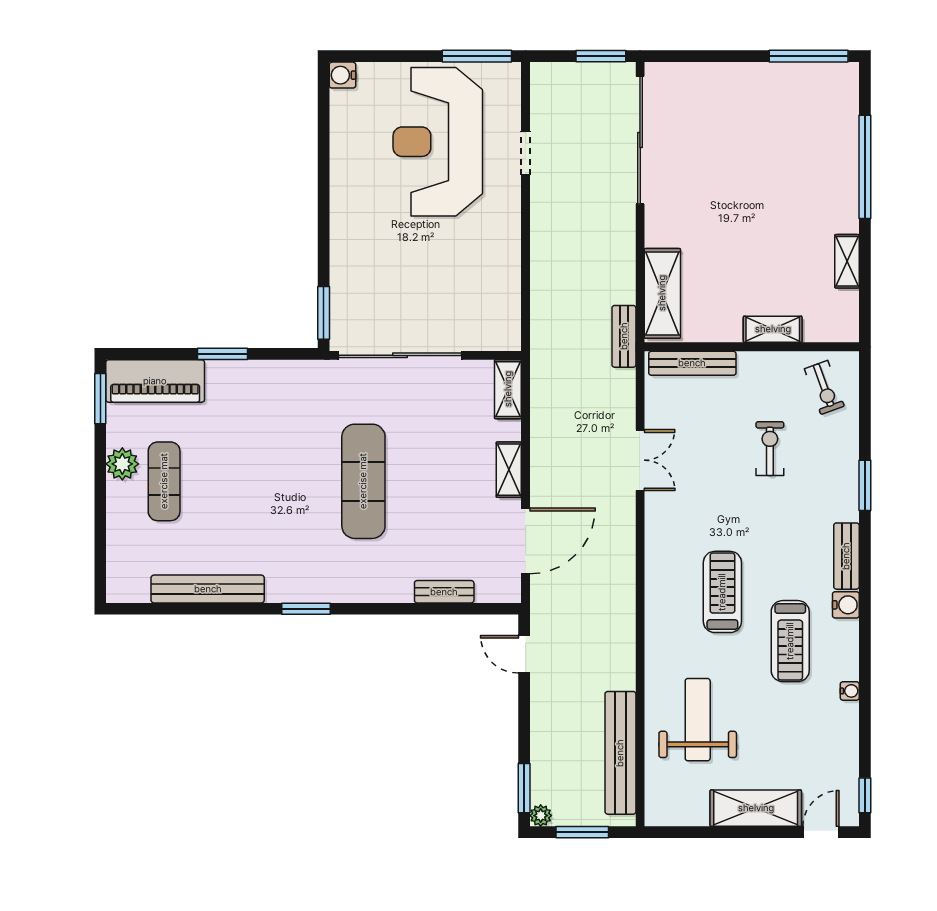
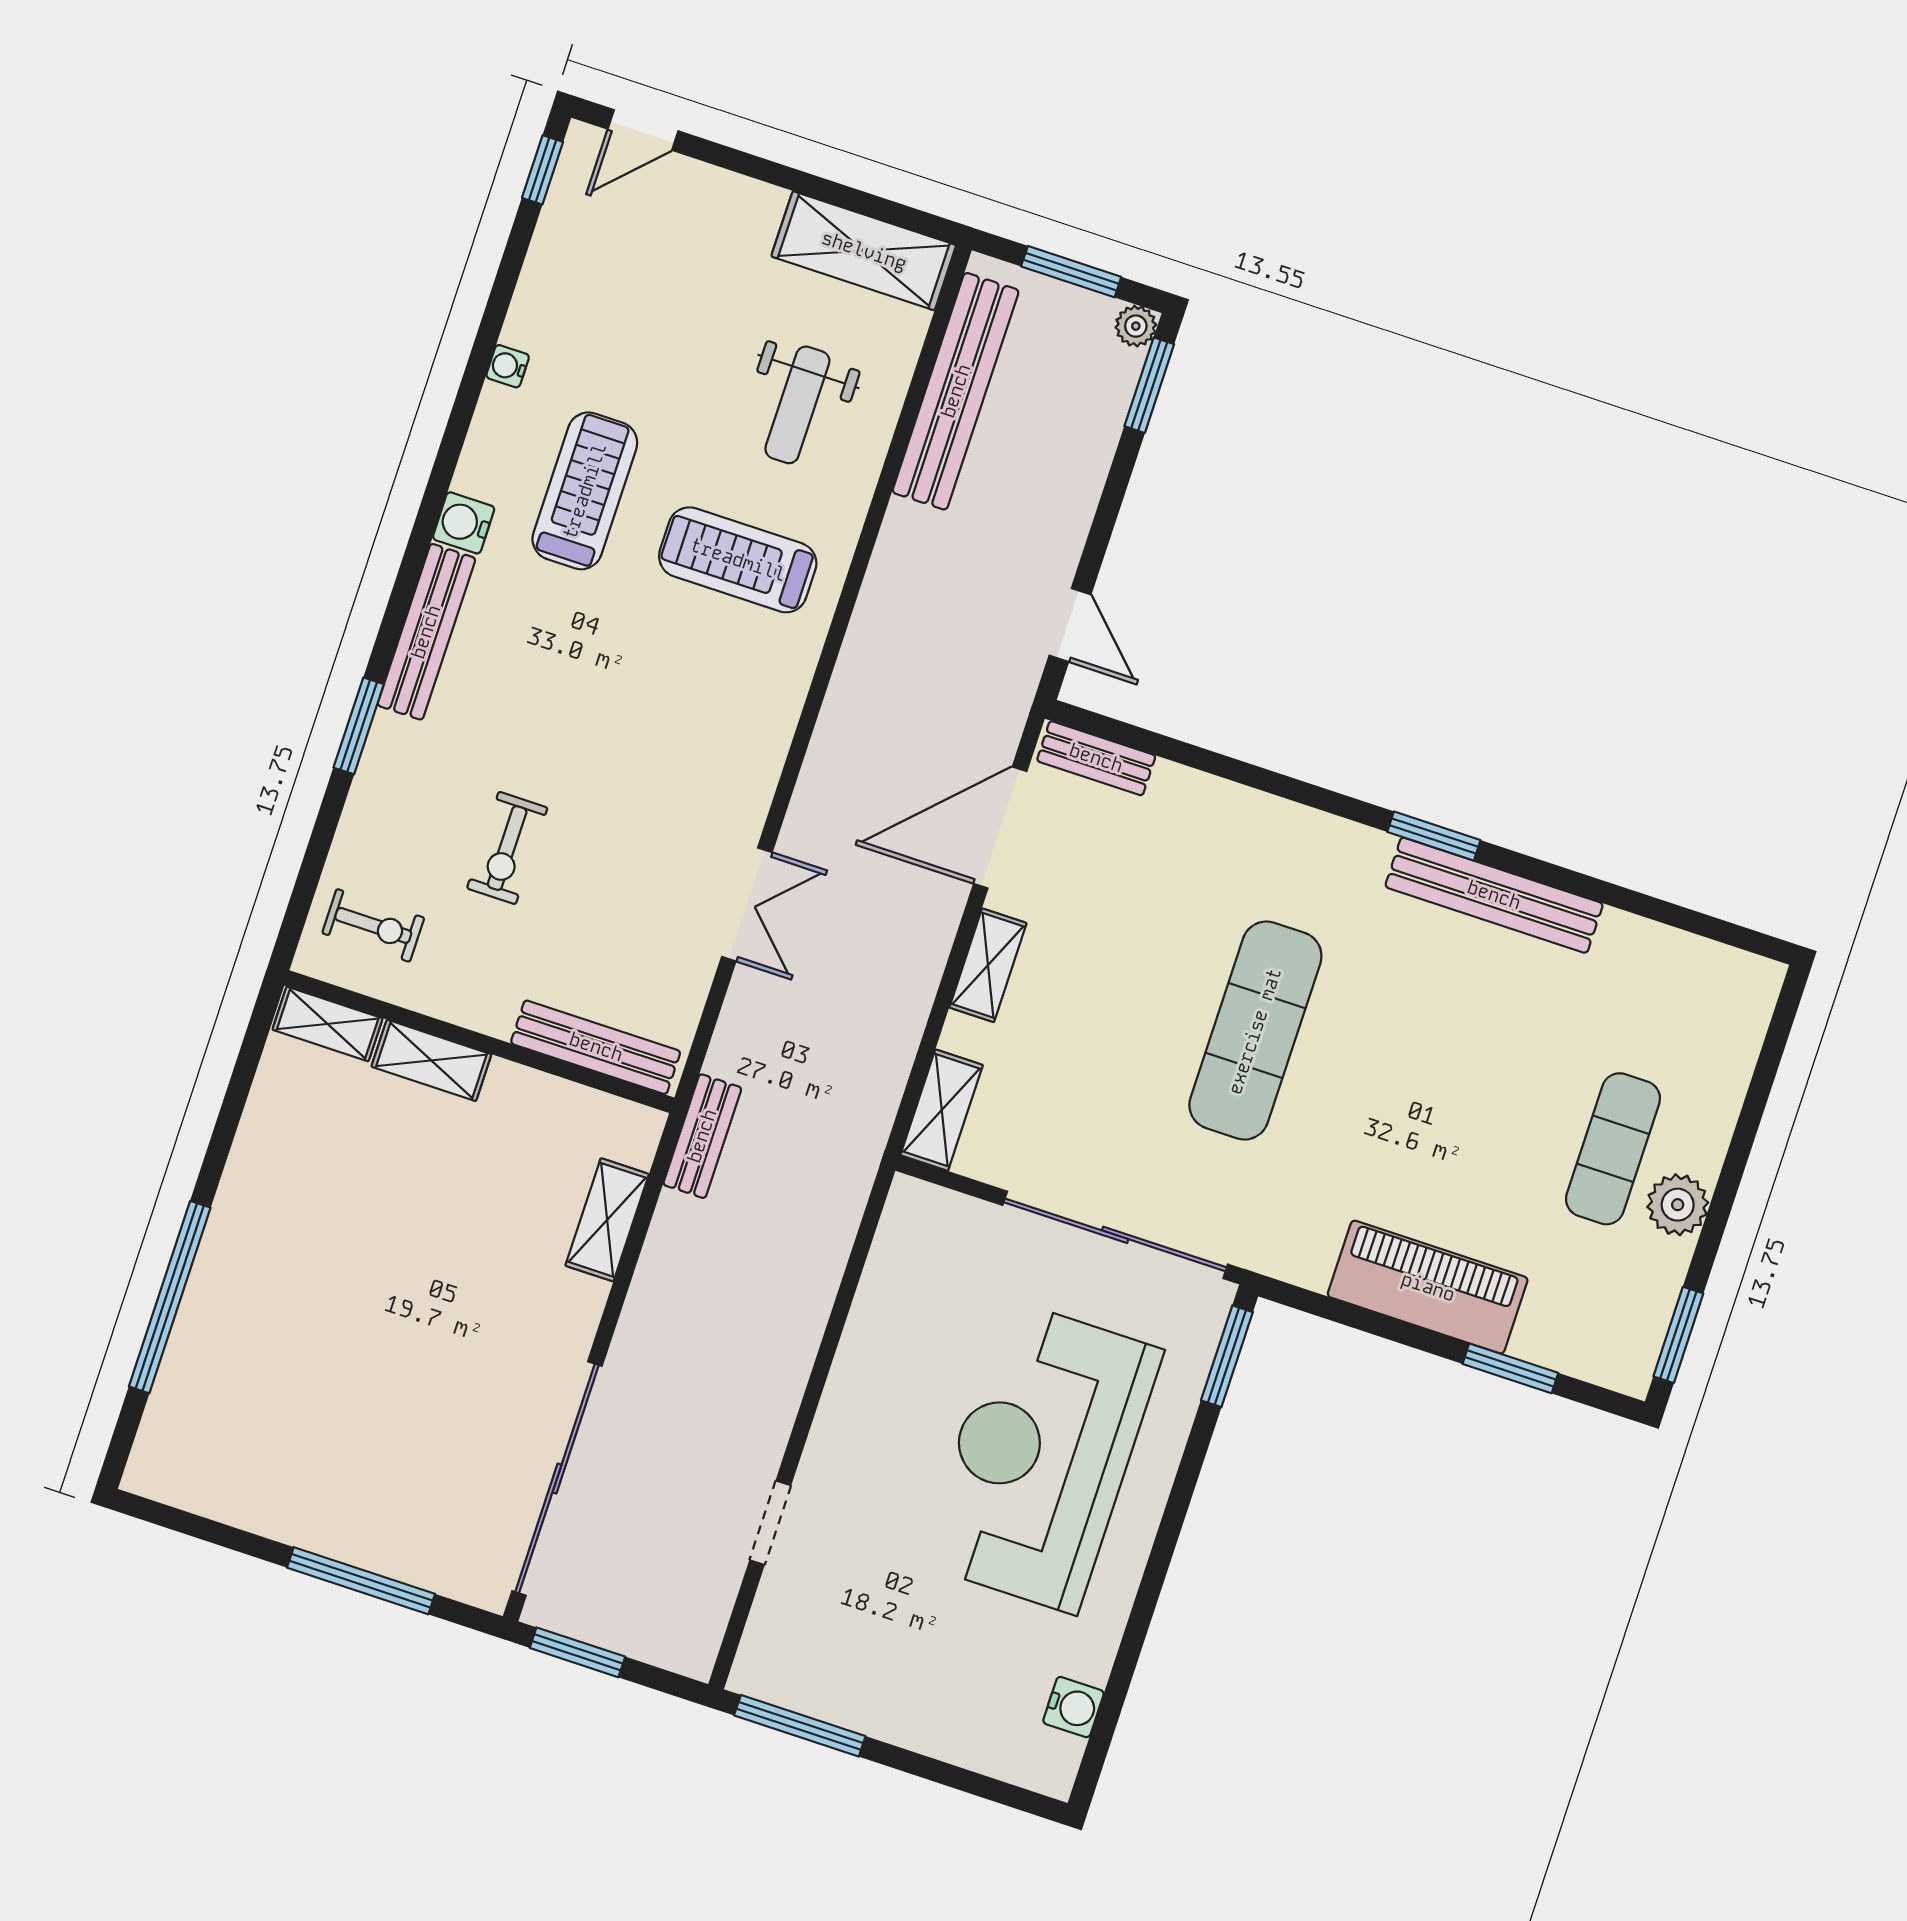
window: (809, 56) -> (361, 1581), moved
water cooler: (342, 75) -> (1073, 1707), moved
reception desk: (438, 142) -> (1041, 1457), moved, turned 180
shelving: (847, 261) -> (328, 1024), moved, turned 90
shelving: (662, 293) -> (607, 1220), width x0.67, depth x0.75
window: (222, 354) -> (1510, 1368), moved
piano: (155, 381) -> (1428, 1287), moved
exercise bike: (824, 388) -> (373, 925), turned 110
double door: (640, 460) -> (747, 904), swing flipped
bench: (846, 556) -> (426, 632), width x1.36
bench: (208, 589) -> (1494, 895), moved
bench: (444, 592) -> (1096, 758), moved
treadmill: (722, 592) -> (738, 560), moved, turned 90
weight bench: (698, 720) -> (797, 405), width x0.73, depth x0.75
shelving: (756, 808) -> (864, 251), moved

